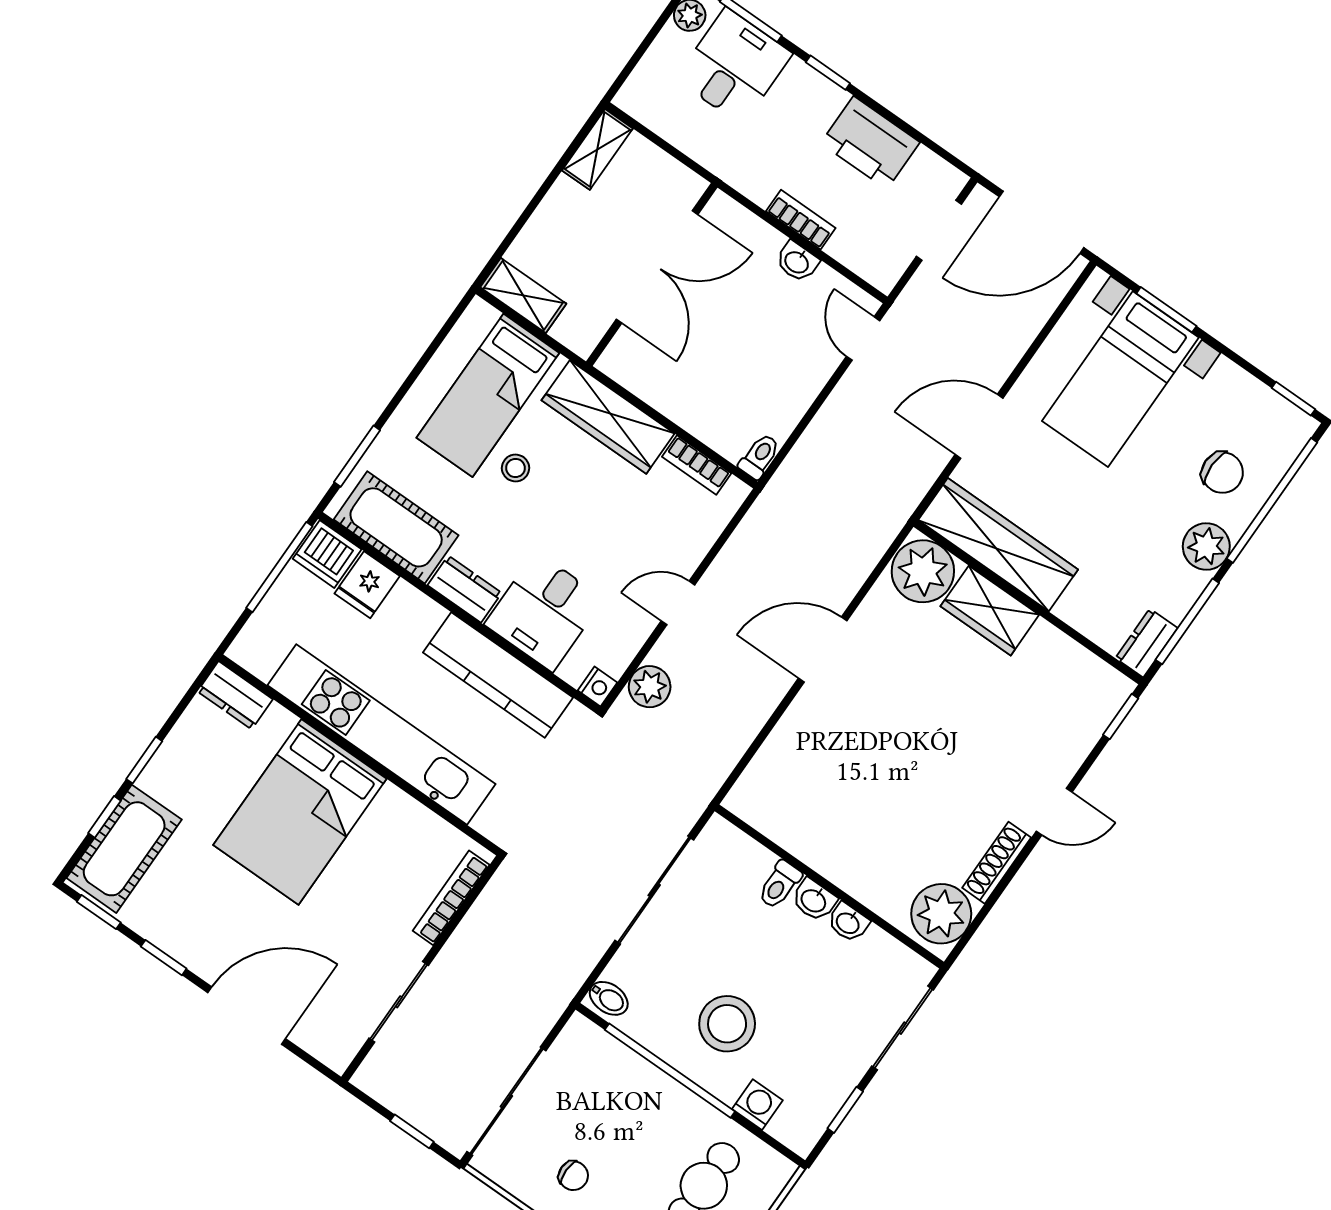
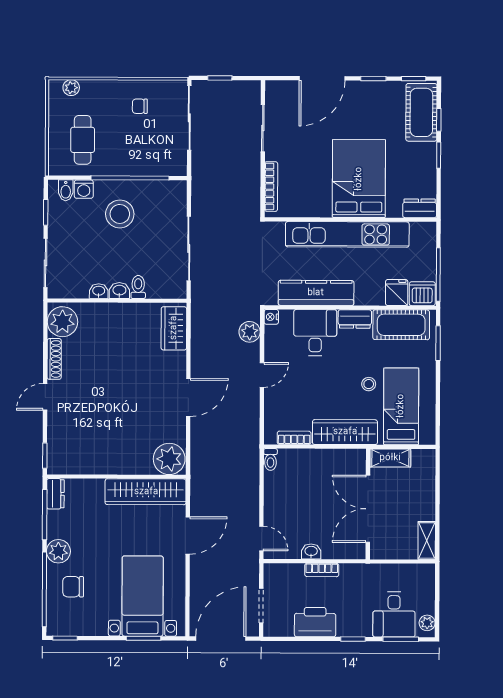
shelving: (523, 296) -> (390, 458), moved
wardrobe: (990, 611) -> (174, 328), moved, turned -90
bidet: (609, 998) -> (66, 190), moved, turned -90

